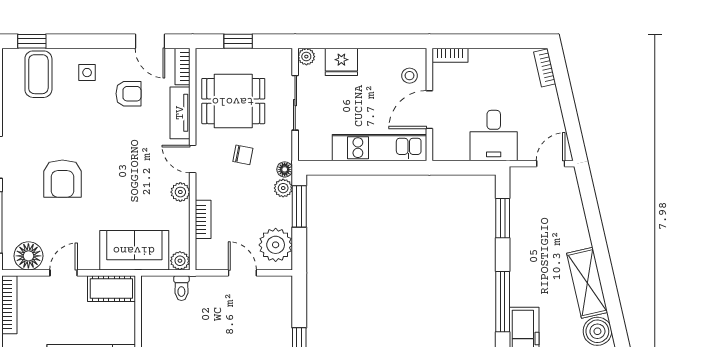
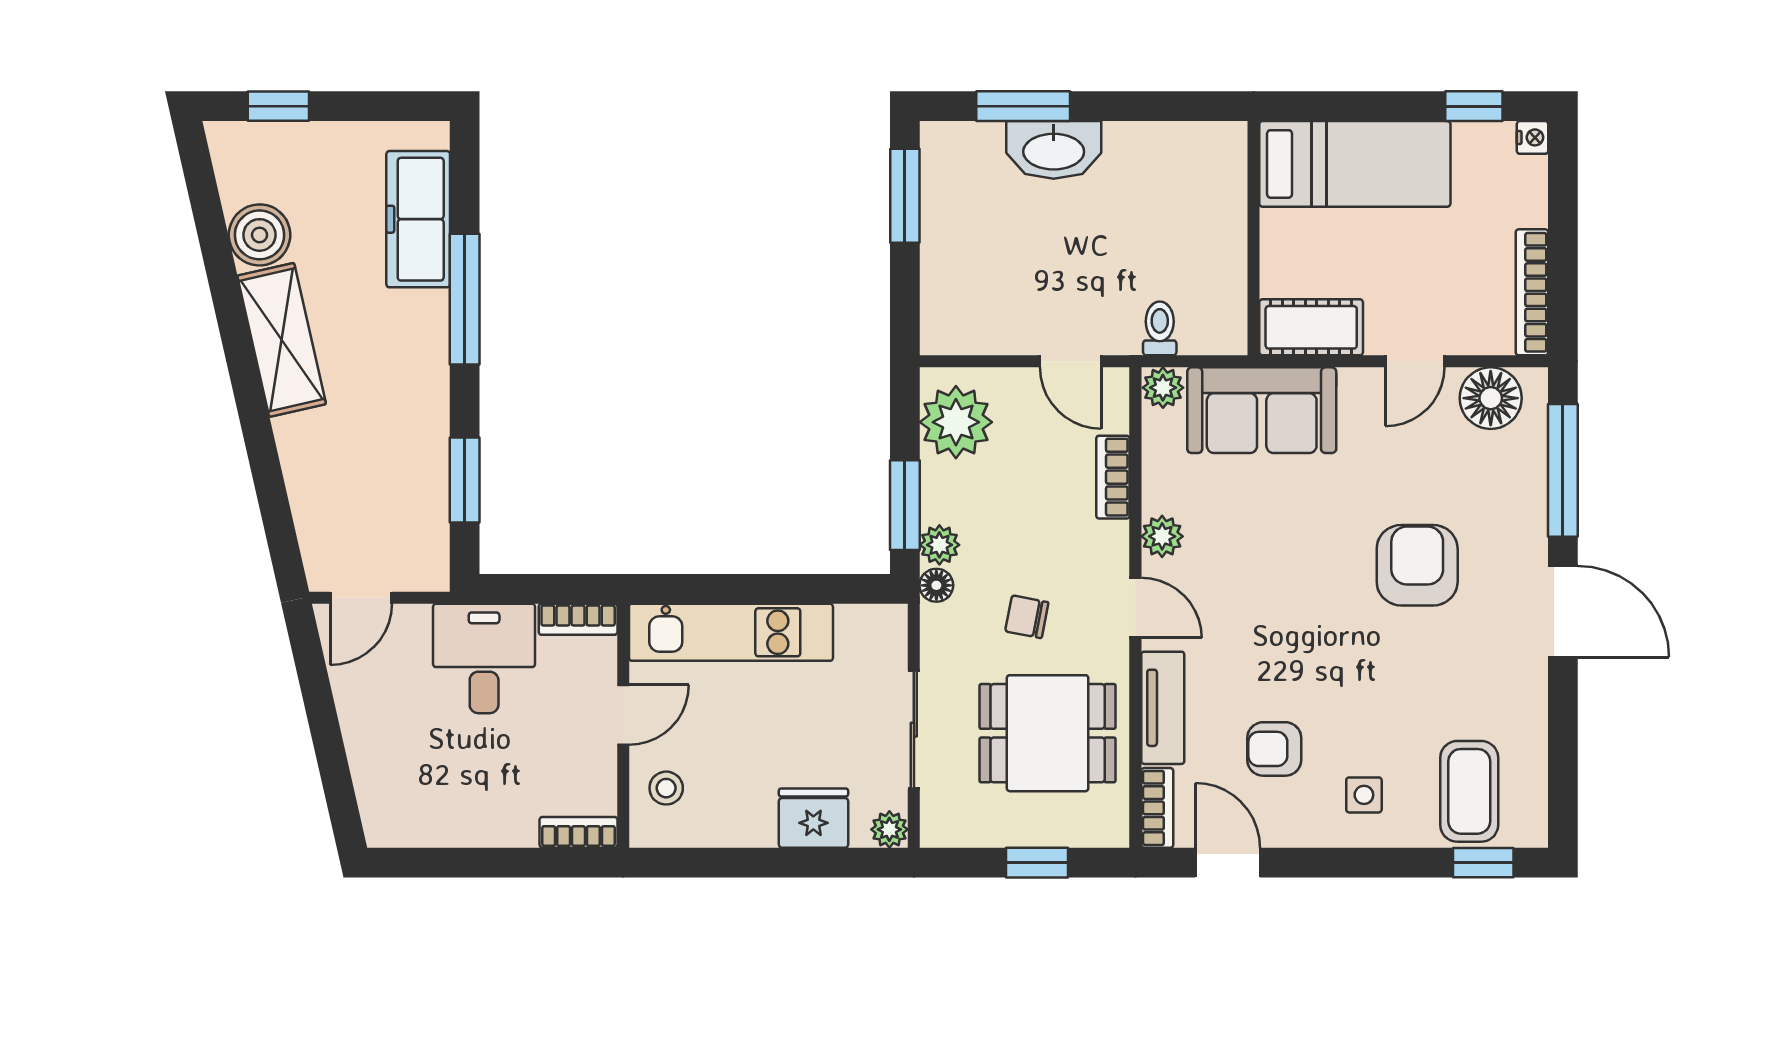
bookcase: (545, 68) -> (578, 619), moved, turned 103
door: (429, 110) -> (623, 715), width x0.73
door: (242, 273) -> (1071, 361), moved

